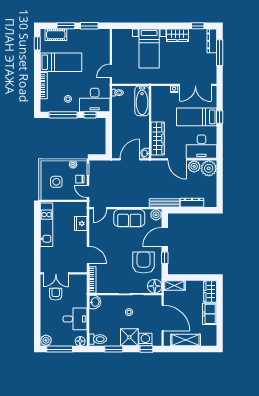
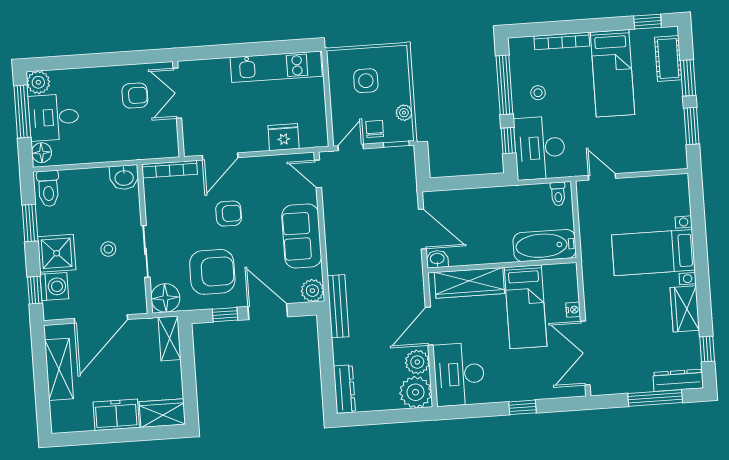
bed: (197, 117) -> (526, 307), moved, turned 180
dresser: (192, 203) -> (344, 389), moved
armchair: (116, 253) -> (229, 214), added
desk: (75, 319) -> (54, 117), moved, turned 90

